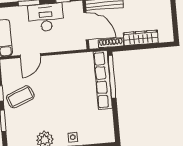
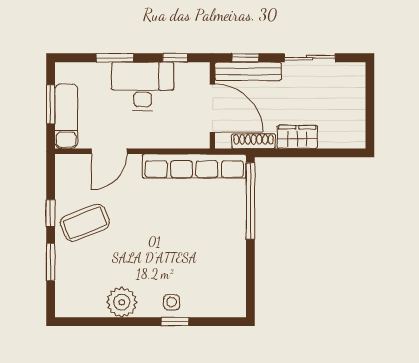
wardrobe: (141, 38) -> (297, 137), width x0.67
row of seats: (103, 80) -> (194, 166), moved, turned -90

